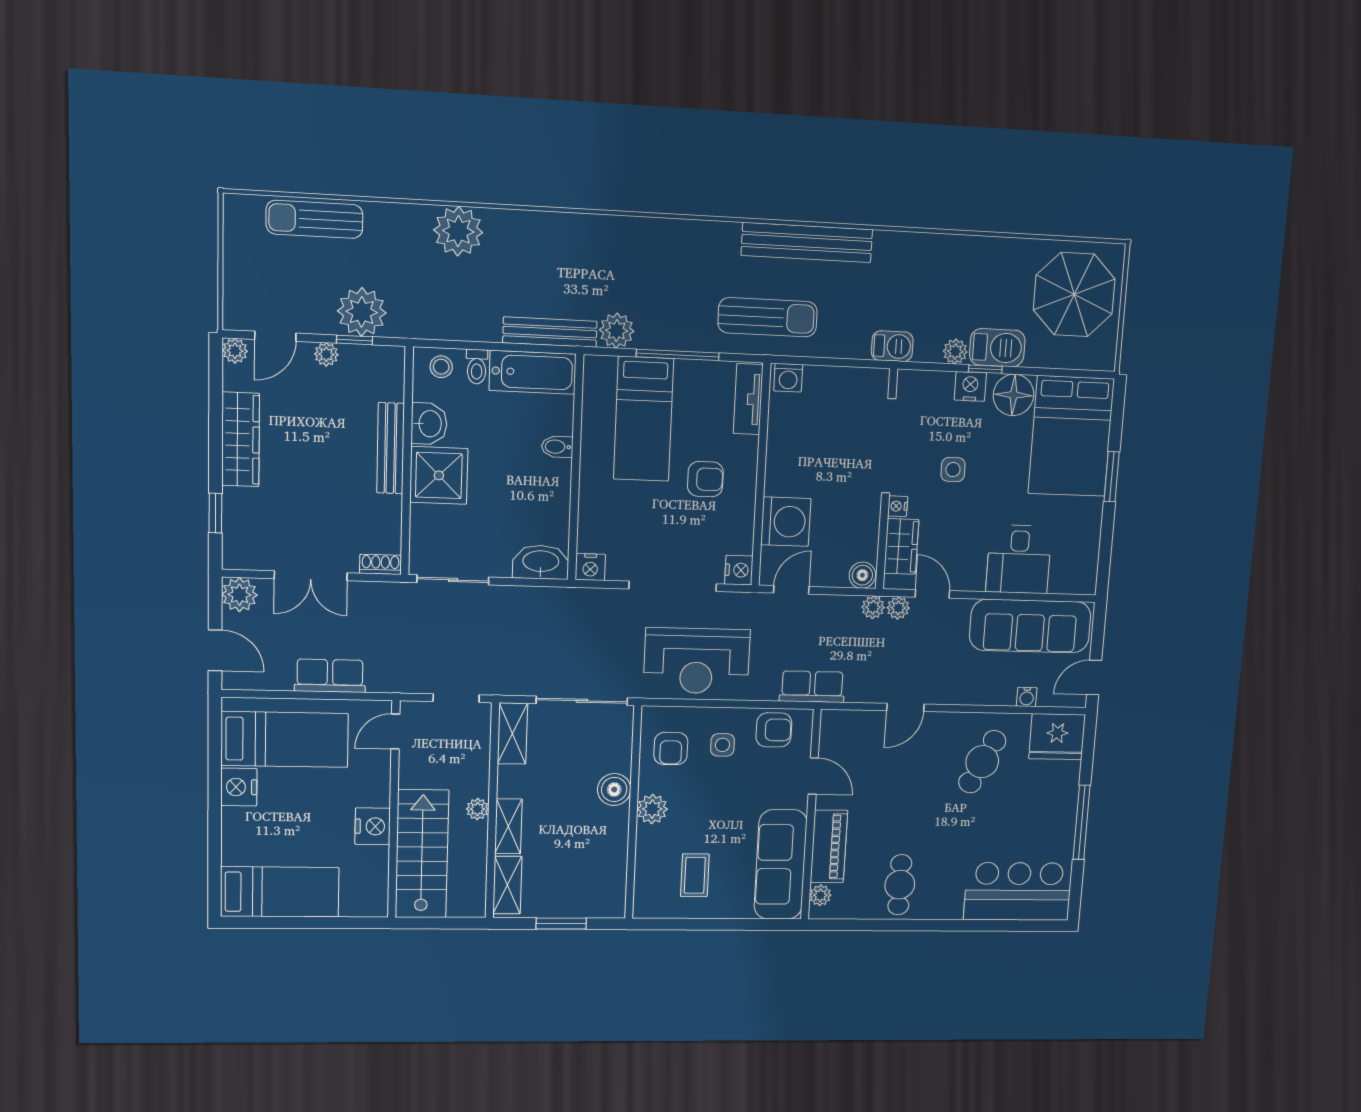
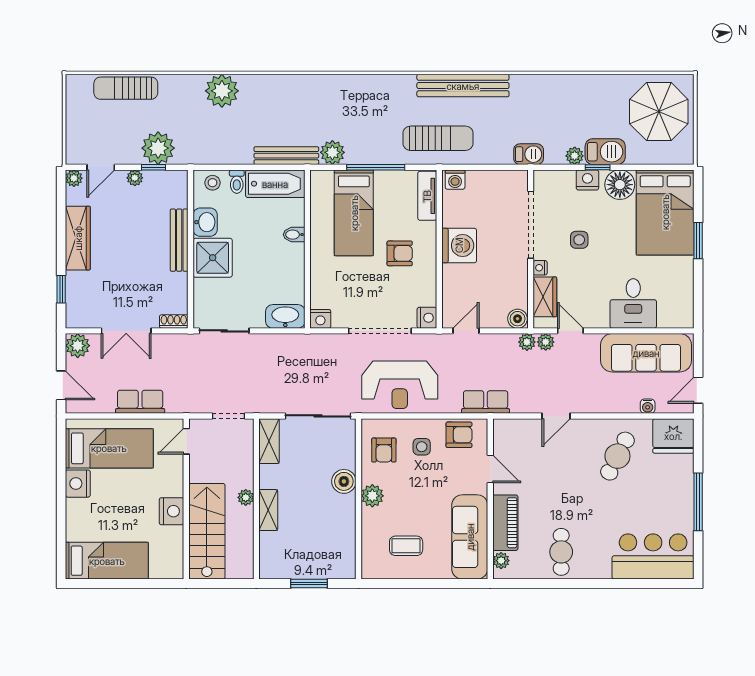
washing machine: (786, 522) -> (459, 245), moved
coffee table: (695, 875) -> (406, 546), turned 90
shelving: (507, 885) -> (269, 554), removed

